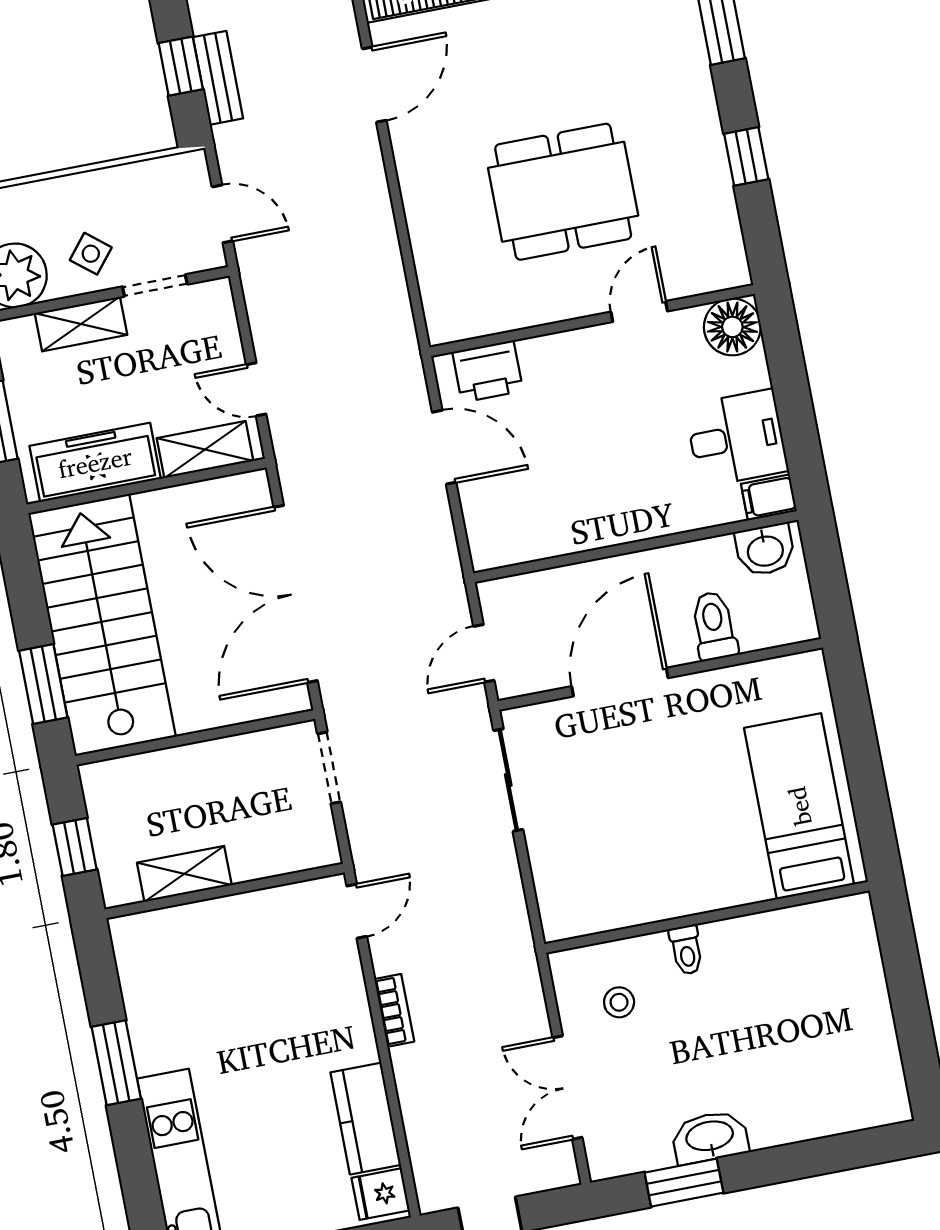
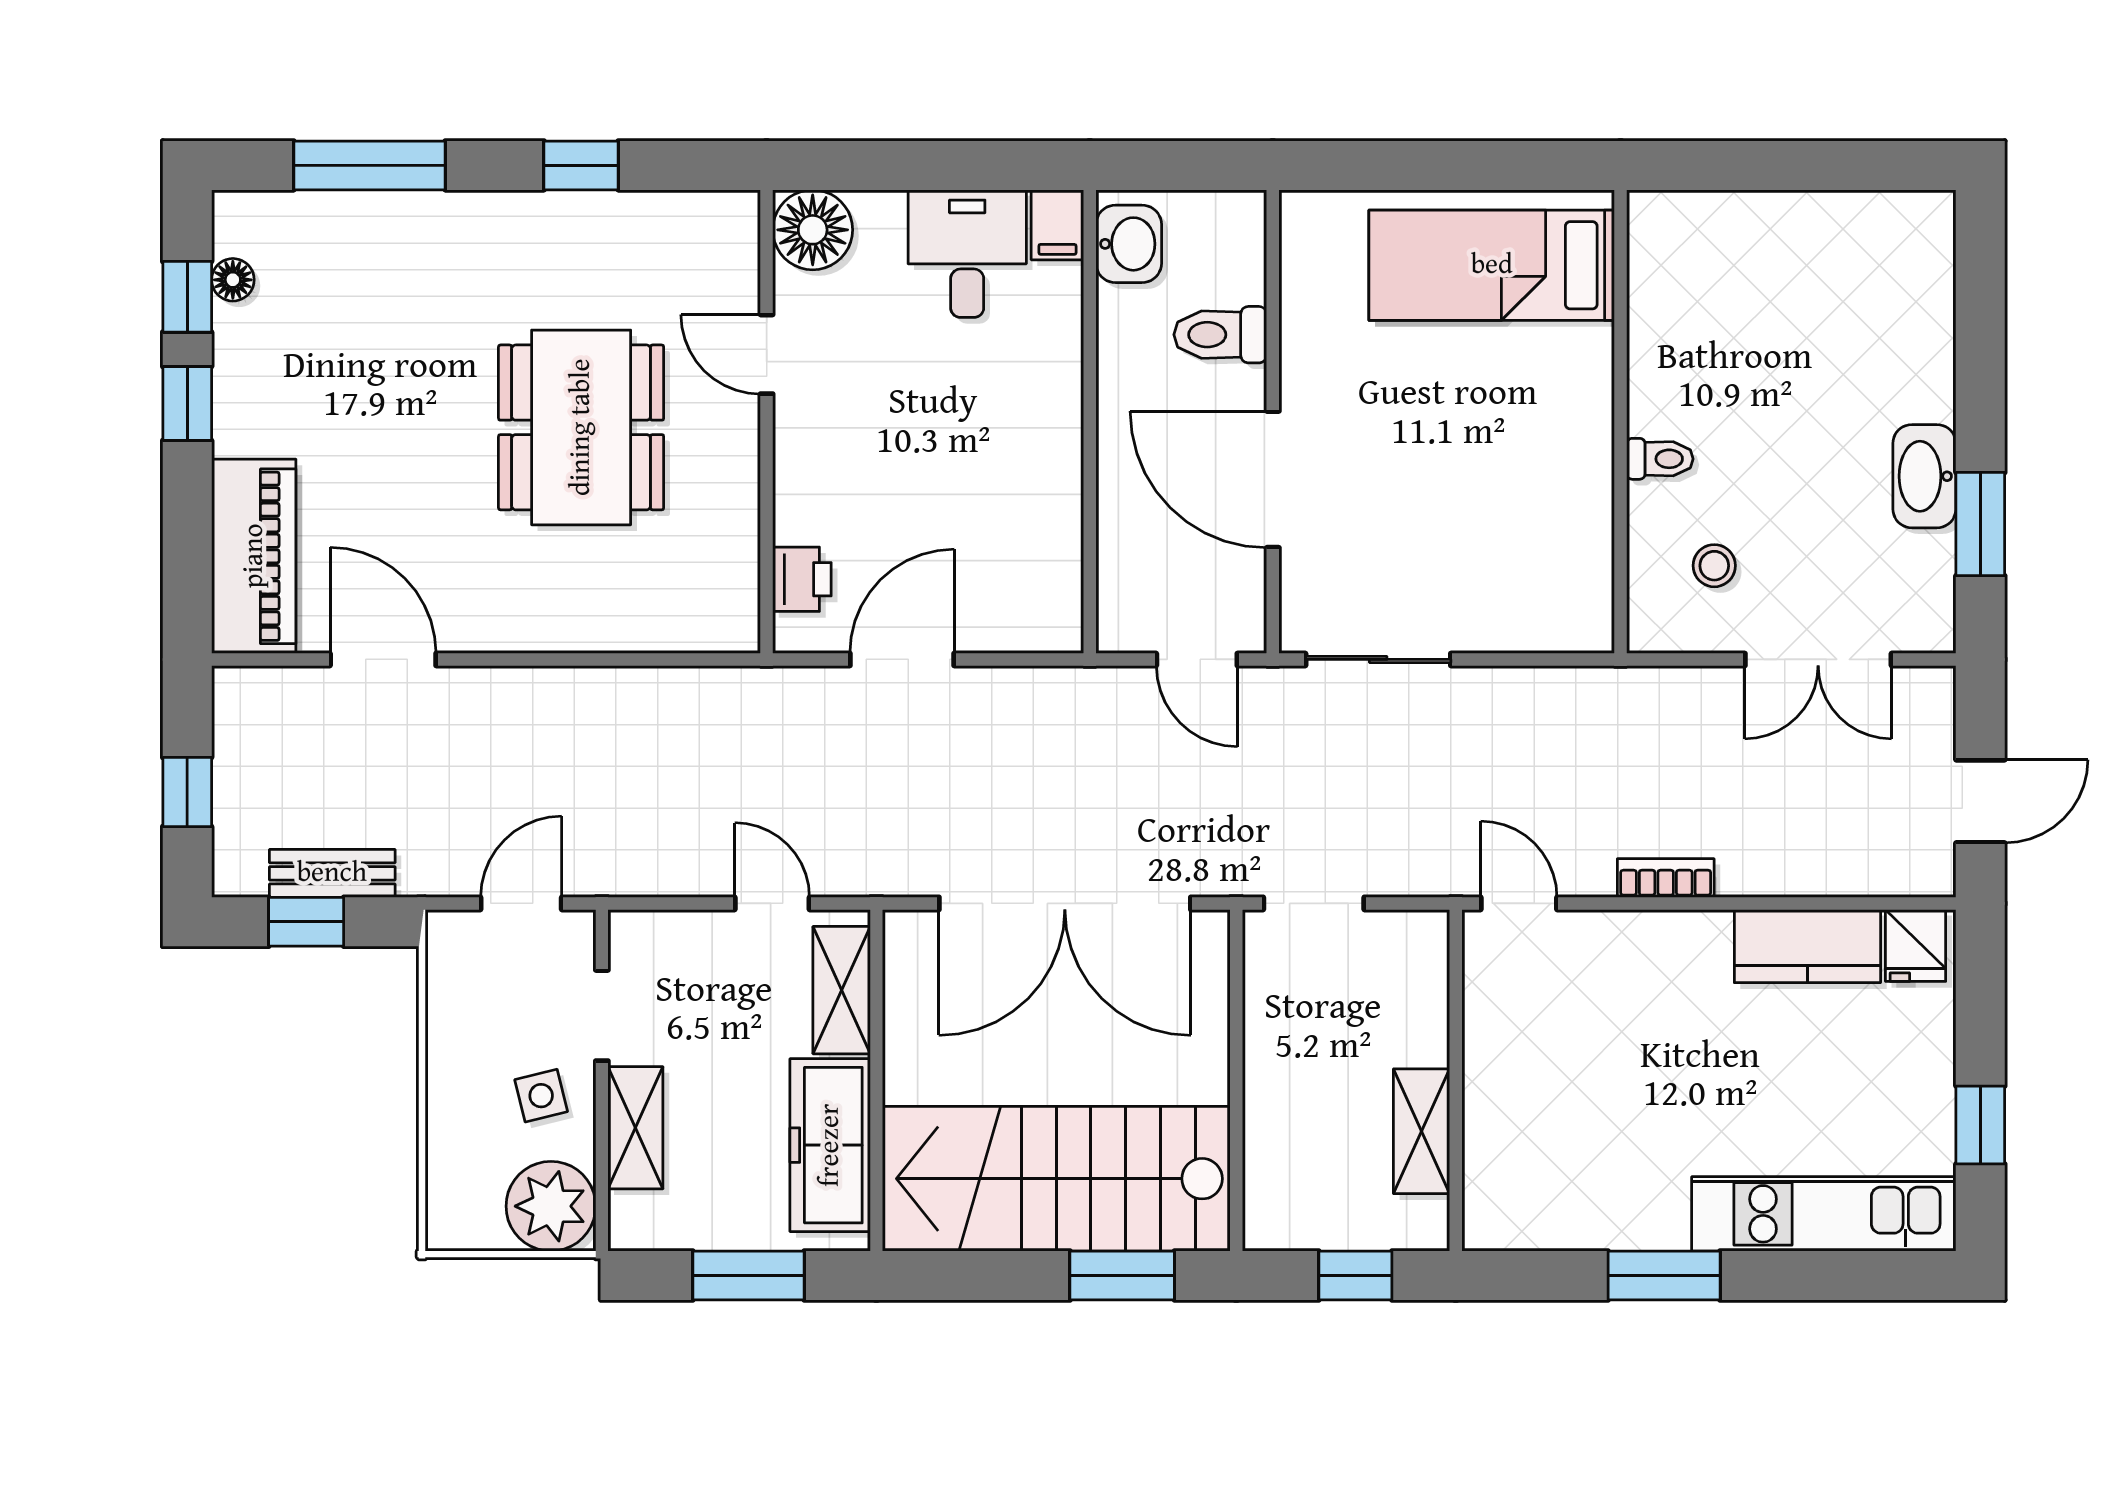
side table: (91, 254) -> (541, 1096), turned 37
printer: (488, 371) -> (802, 579), width x0.73, depth x0.81
door: (256, 389) -> (772, 903), swing flipped

